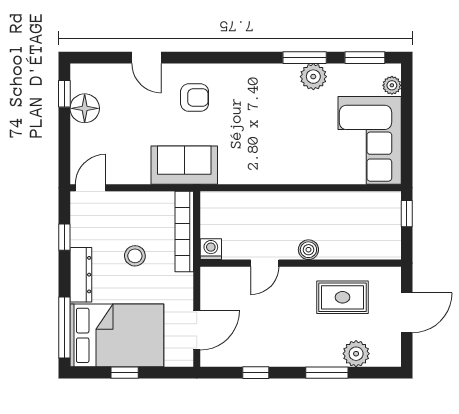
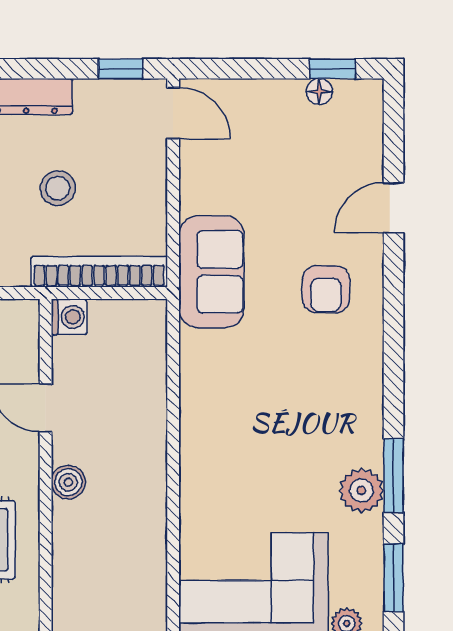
floor lamp: (85, 108) -> (319, 92), width x0.53, depth x0.53
window: (64, 237) -> (121, 69), moved

